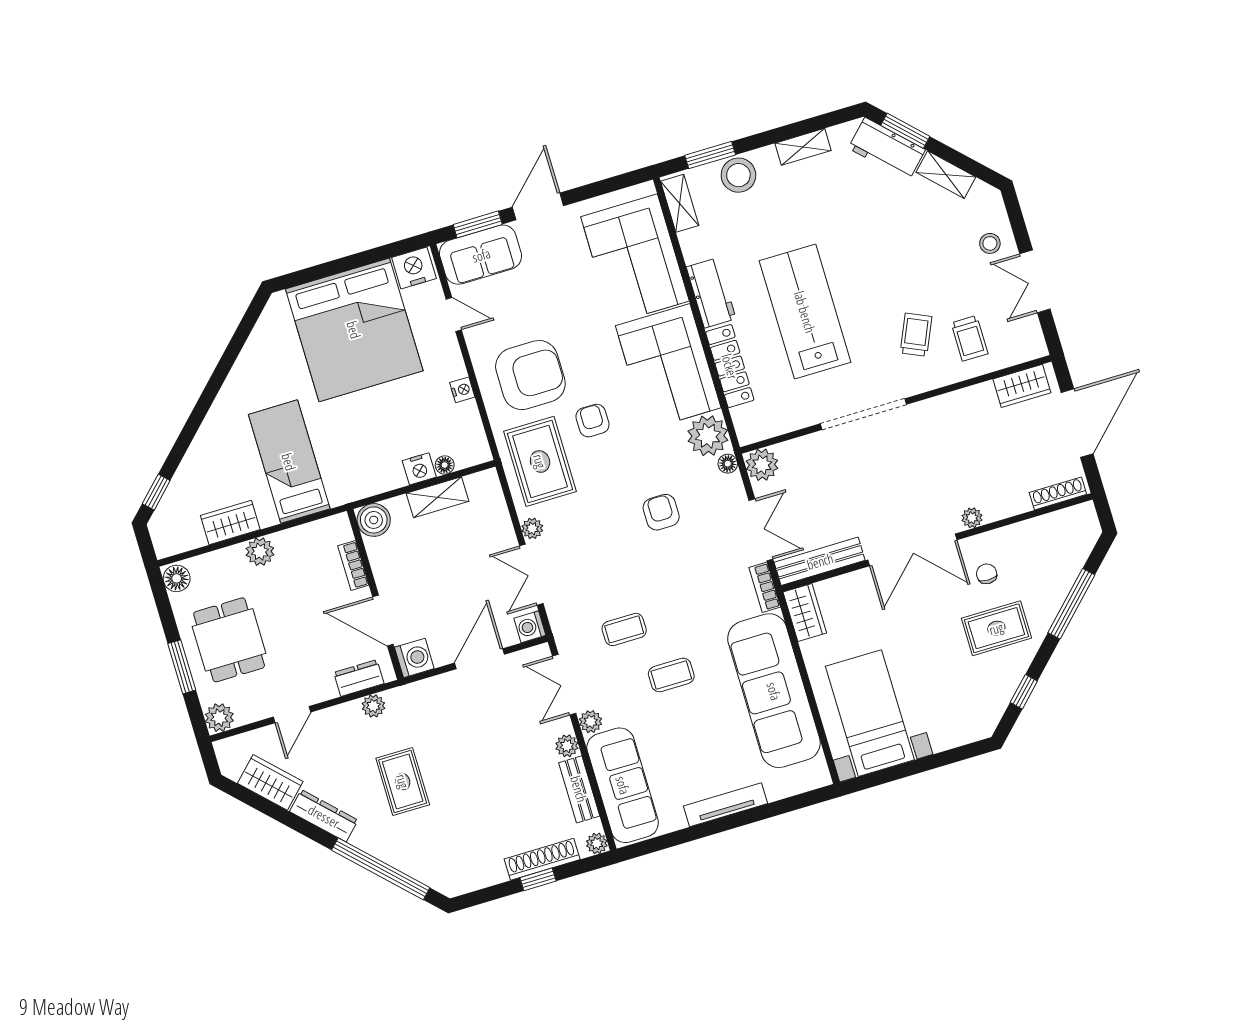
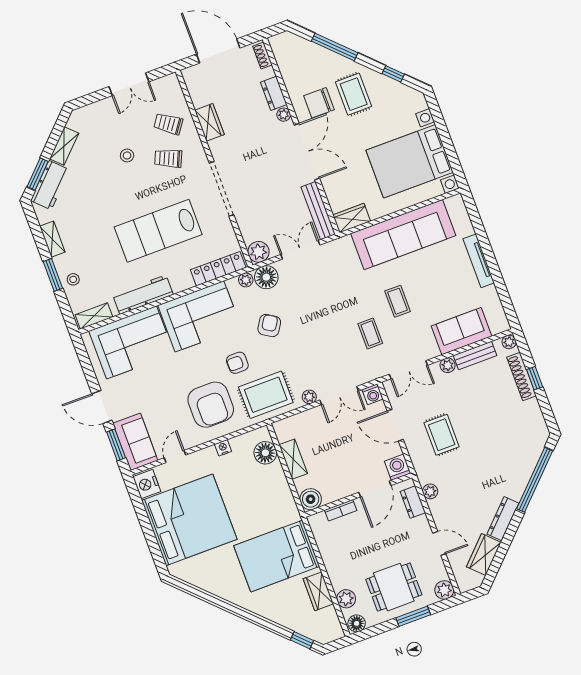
window: (710, 155) -> (53, 275), moved
stool: (738, 175) -> (73, 279), width x0.53, depth x0.53
stool: (990, 243) -> (127, 155), moved
workbench: (711, 293) -> (143, 295), width x1.38
trolley: (970, 338) -> (168, 124), turned -145
locker: (730, 366) -> (218, 269), moved
armchair: (530, 375) -> (211, 405), turned 180
wardrobe: (1022, 386) -> (209, 122), moved
plant: (708, 436) -> (246, 280), width x0.53, depth x0.53
bed: (289, 462) -> (277, 556), width x1.50
floor lamp: (728, 464) -> (266, 277), width x1.89, depth x1.89
floor lamp: (445, 465) -> (265, 453), width x1.89, depth x1.89
nightstand: (419, 469) -> (276, 472), removed
shoe rack: (1058, 493) -> (262, 55), width x0.70
dresser: (1006, 505) -> (274, 93), added
armchair: (661, 512) -> (269, 326), moved, turned 122
plant: (260, 552) -> (346, 599), moved
chair: (987, 574) -> (319, 103), width x1.87, depth x1.87
bookcase: (765, 587) -> (337, 245), removed
bed with nightstands: (870, 713) -> (410, 161), width x1.36
plant: (591, 722) -> (431, 351), removed
rug: (403, 781) -> (442, 435), moved, turned 90
sofa: (623, 785) -> (461, 331), width x0.73

